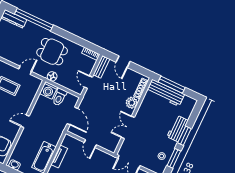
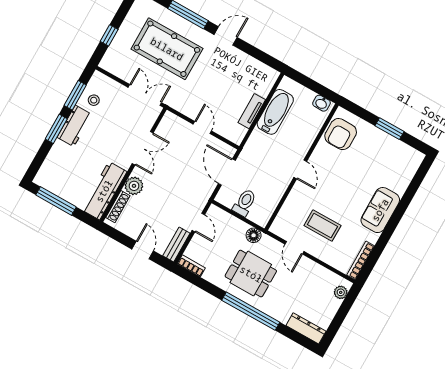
window: (34, 20) -> (251, 311), moved
door: (25, 70) -> (294, 248), hinge flipped
window: (172, 85) -> (56, 201), moved
washing machine: (49, 90) -> (261, 214), removed
workbench: (166, 93) -> (104, 191), moved, turned -90
door: (25, 121) -> (300, 169), hinge flipped
workbench: (178, 129) -> (75, 126), moved

